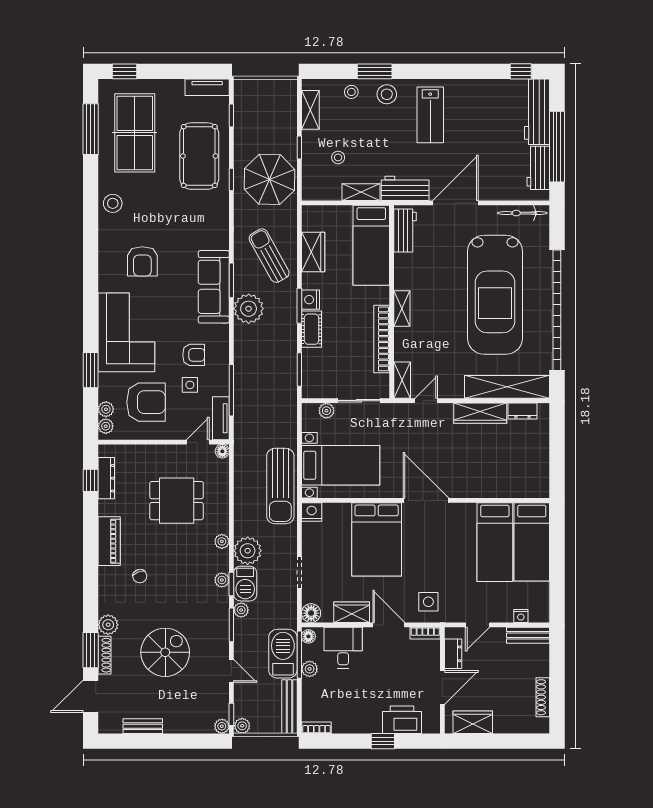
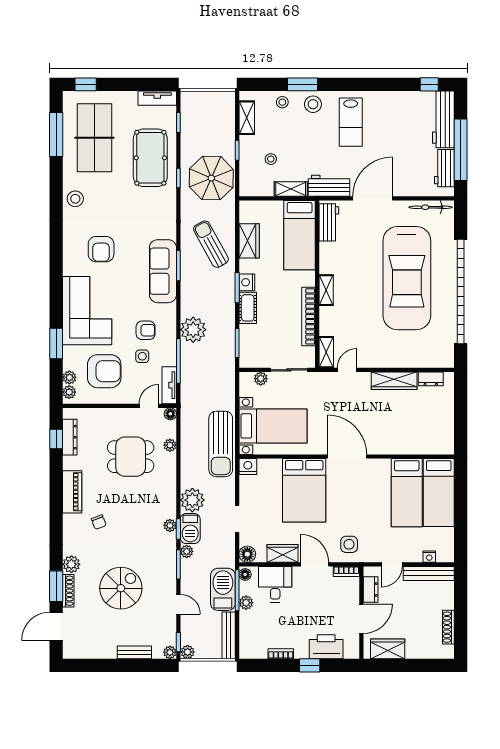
plant: (249, 309) -> (193, 330), moved
shelving: (507, 387) -> (417, 358), removed
plant: (222, 541) -> (170, 445), moved
bench: (528, 635) -> (429, 573), width x1.36
bench: (143, 726) -> (134, 652), moved
bookcase: (317, 728) -> (281, 654), moved

